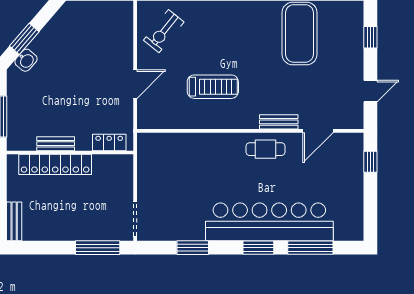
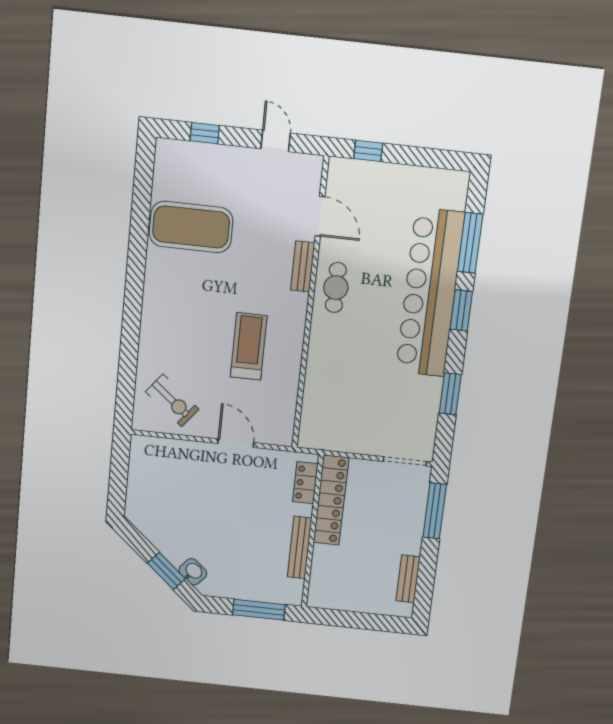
bench: (56, 144) -> (300, 547), width x1.36
locker: (55, 164) -> (331, 500), moved
bench: (14, 221) -> (408, 579), moved, turned 90

